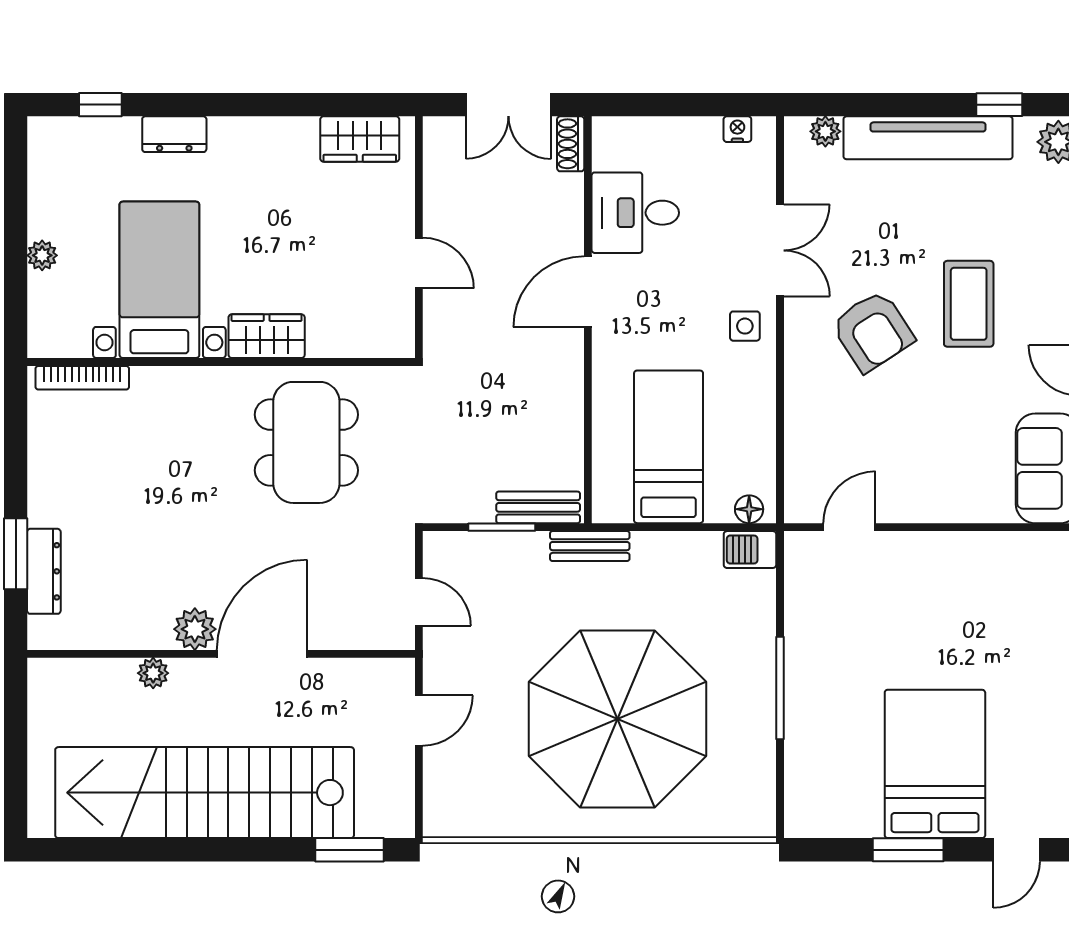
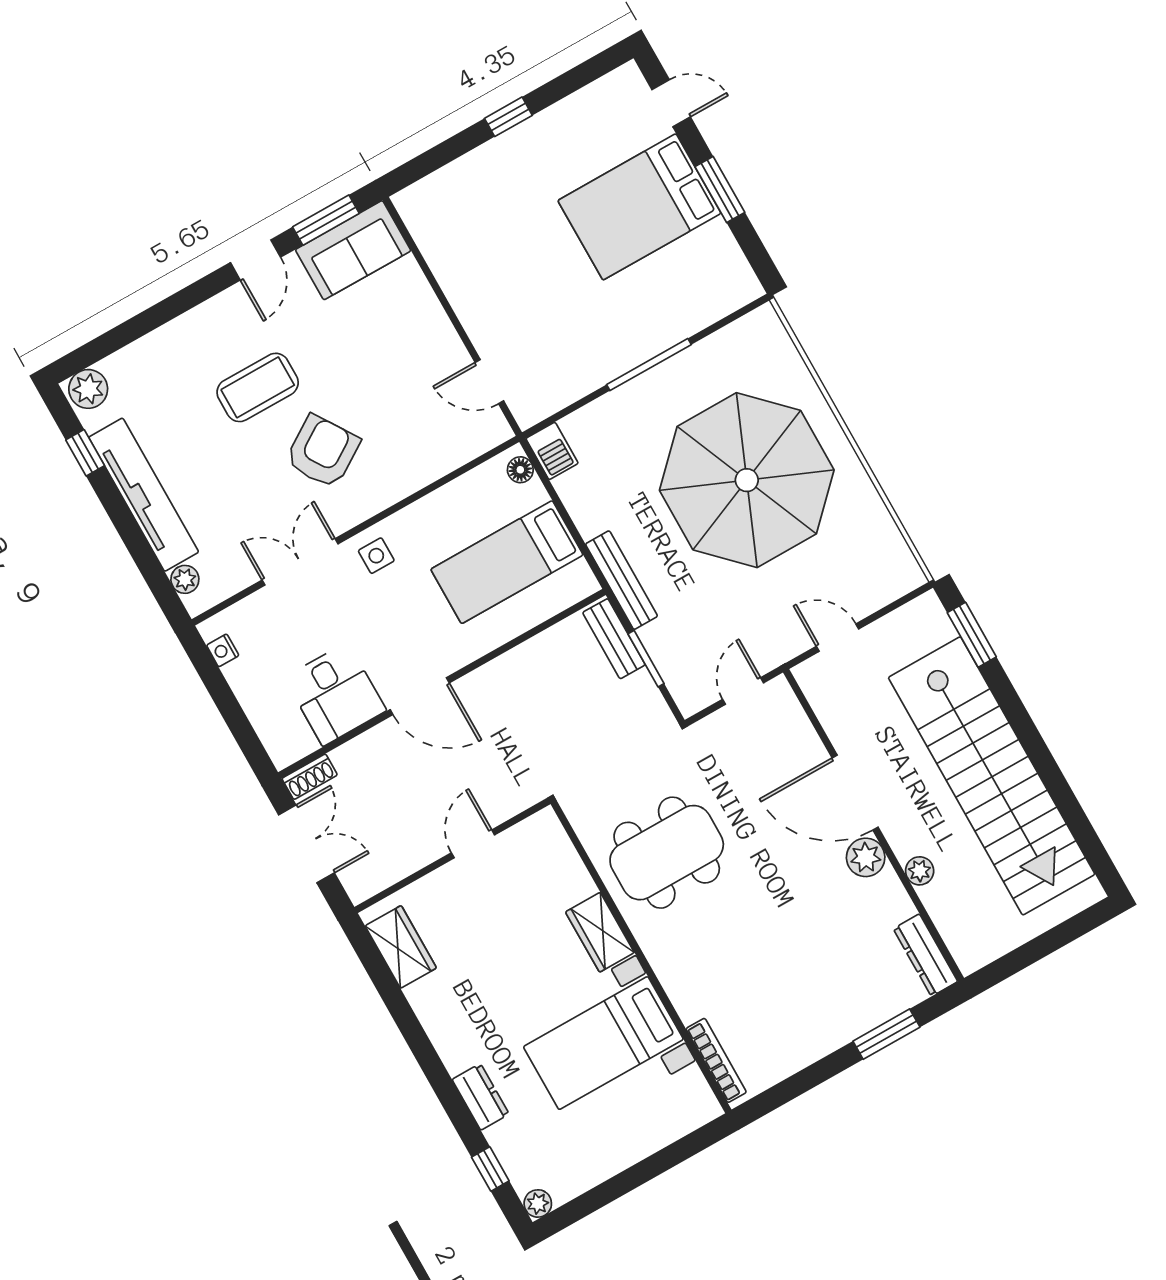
plant: (42, 255) -> (538, 1203), moved
bench: (590, 546) -> (621, 580), width x1.36
dresser: (44, 571) -> (925, 955), moved, turned -90

